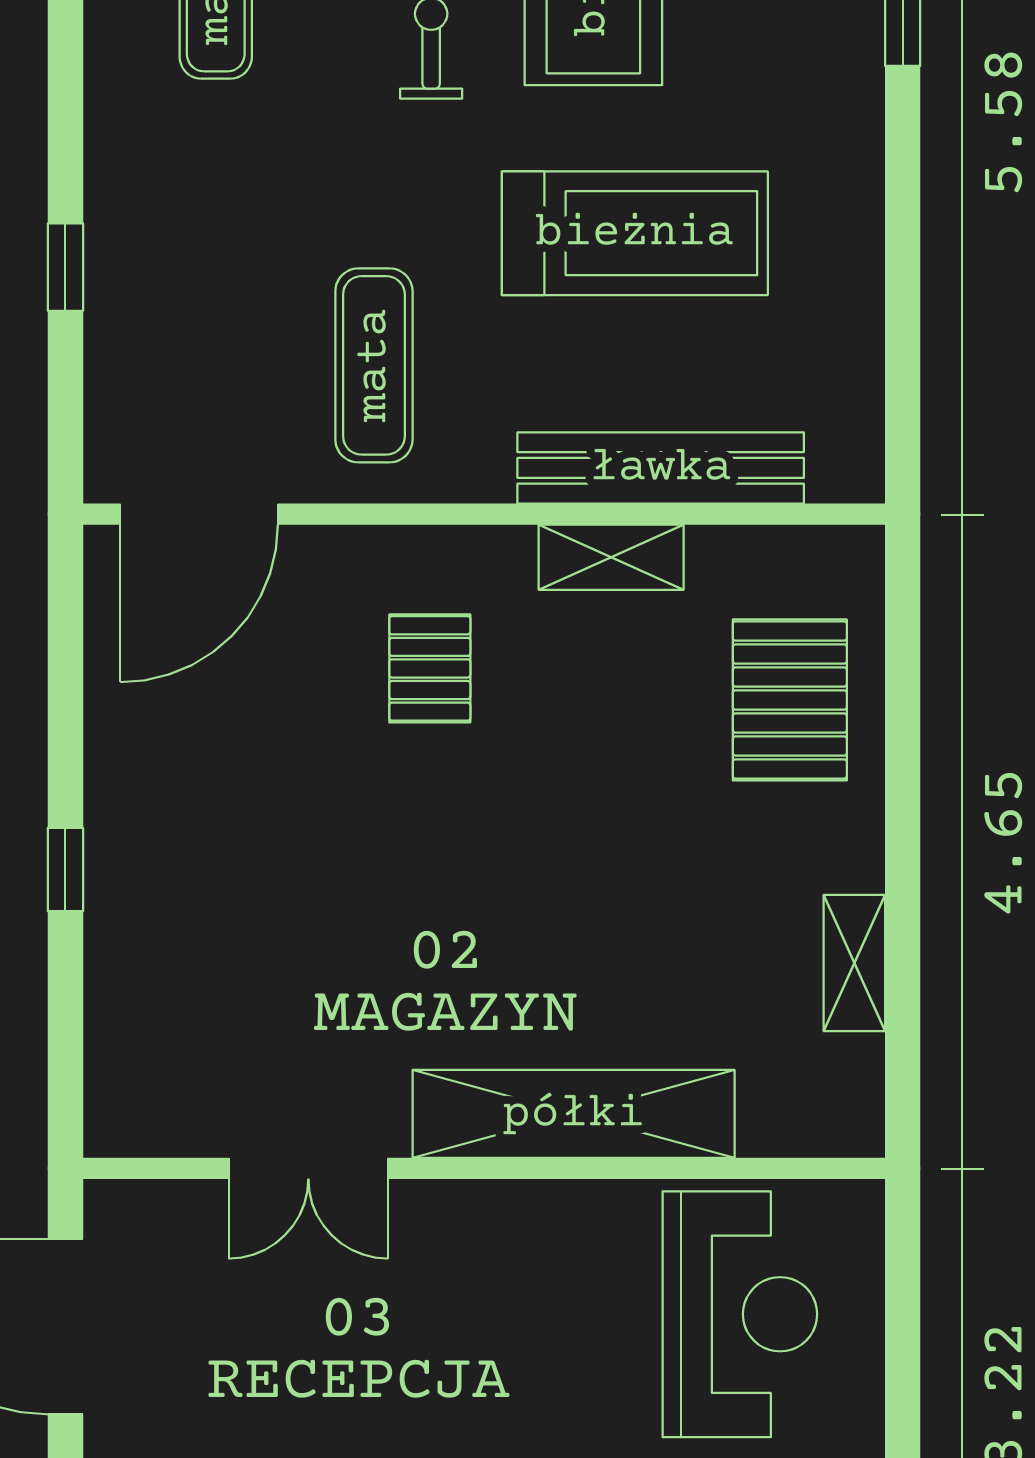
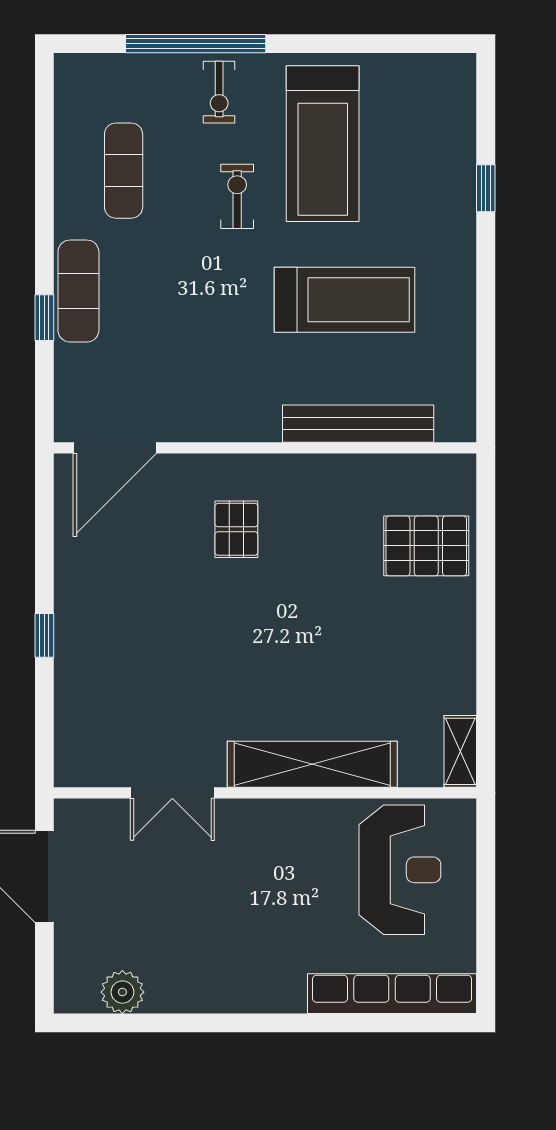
exercise mat: (374, 365) -> (78, 291), moved
shelving: (611, 557) -> (332, 471), removed
pallet: (790, 700) -> (426, 546), turned 90
shelving: (854, 963) -> (460, 751), moved

